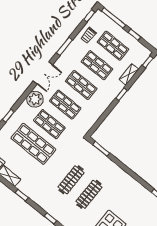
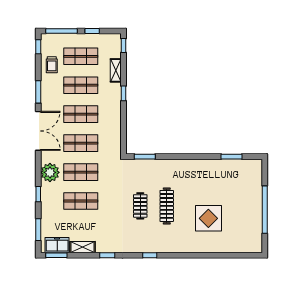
double door: (43, 73) -> (38, 131), width x1.37
plant: (35, 99) -> (50, 172), moved
shop shelf: (33, 144) -> (81, 201), width x0.70, depth x0.74
clothes rail: (71, 180) -> (140, 206), width x0.73

